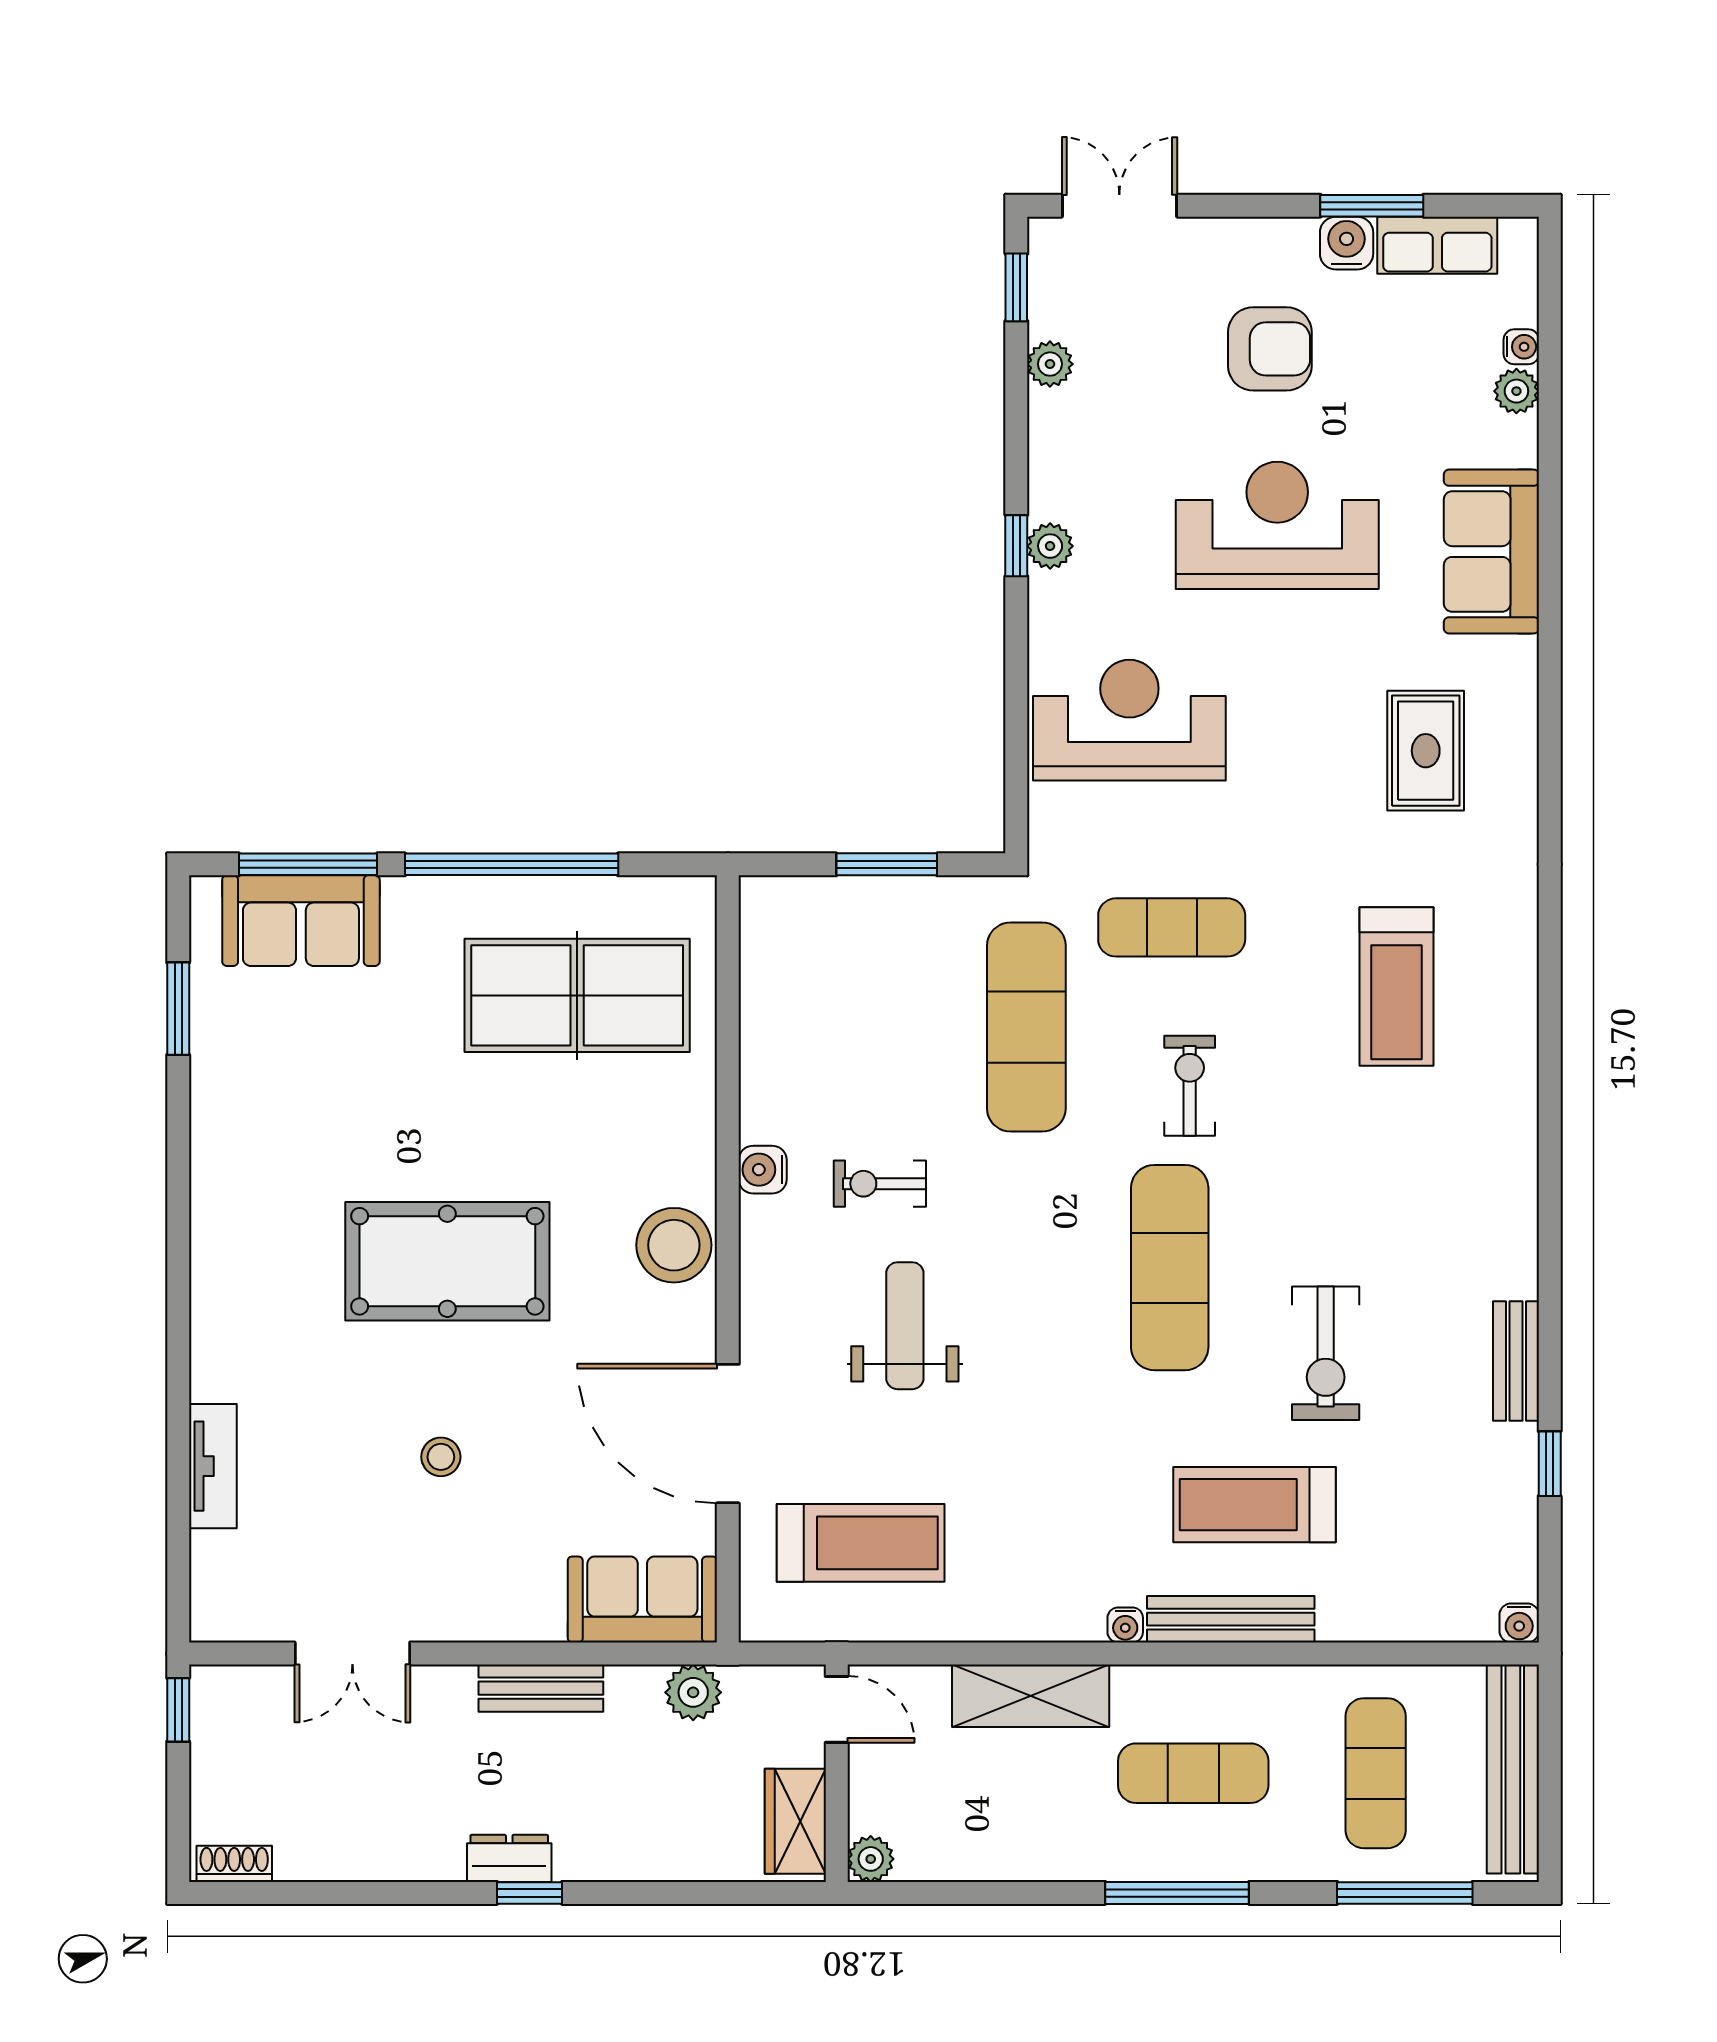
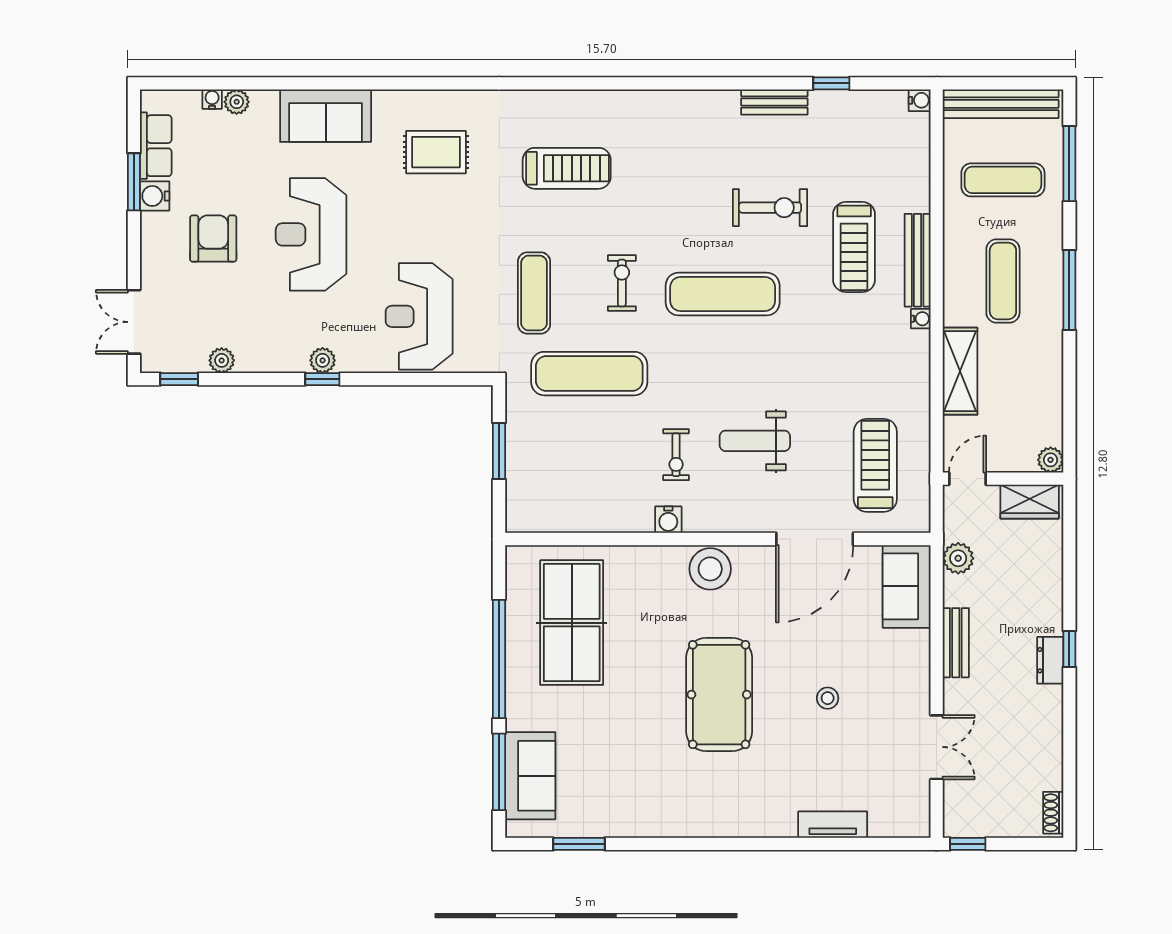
exercise bike: (1190, 1086) -> (622, 283), turned 90

